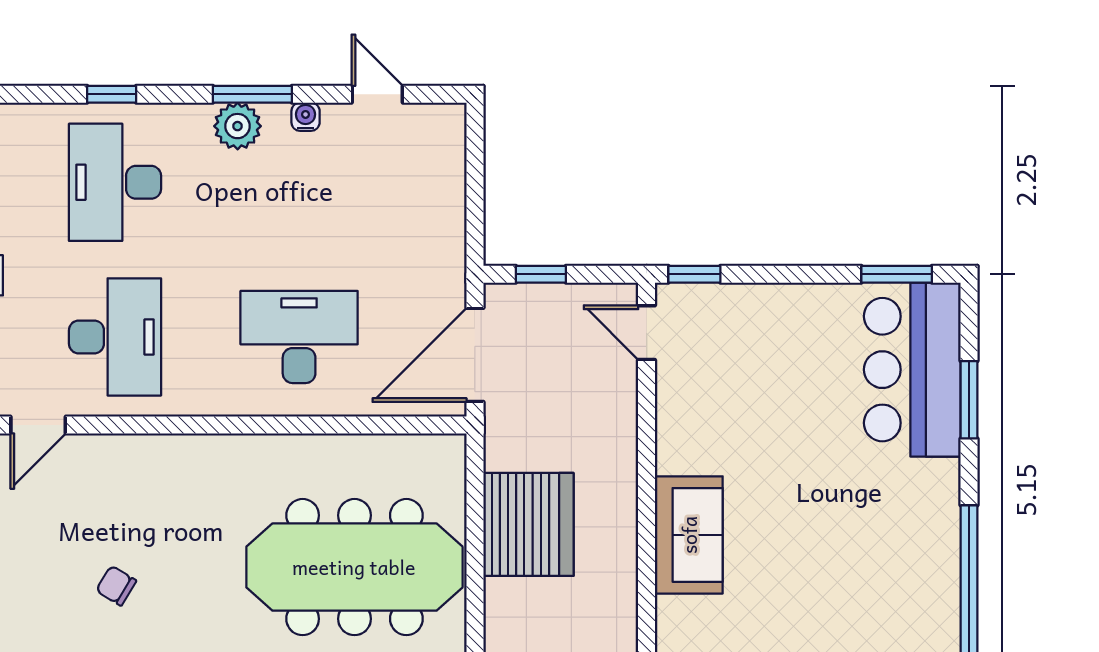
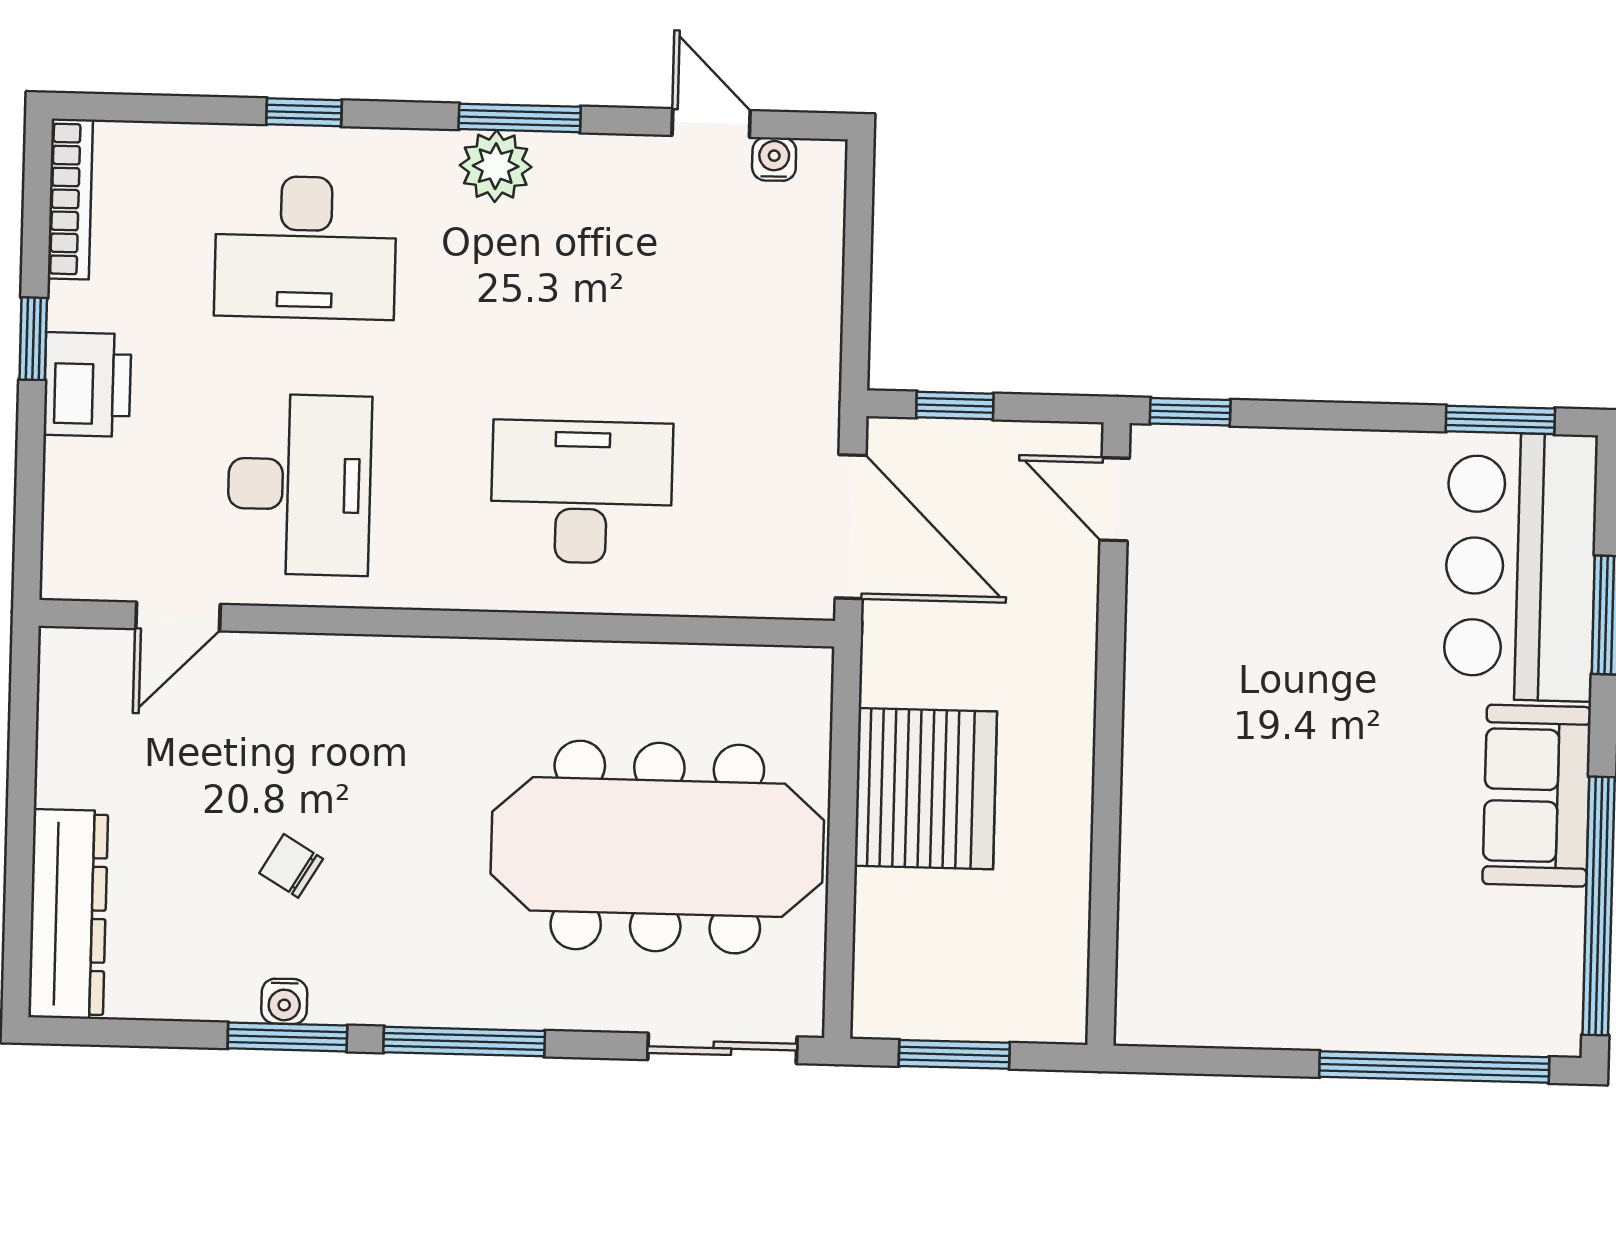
water cooler: (306, 117) -> (774, 159), moved
desk: (115, 182) -> (305, 247), turned -90
door: (475, 355) -> (851, 527), swing flipped
sofa: (689, 535) -> (1537, 796), moved, turned 180

